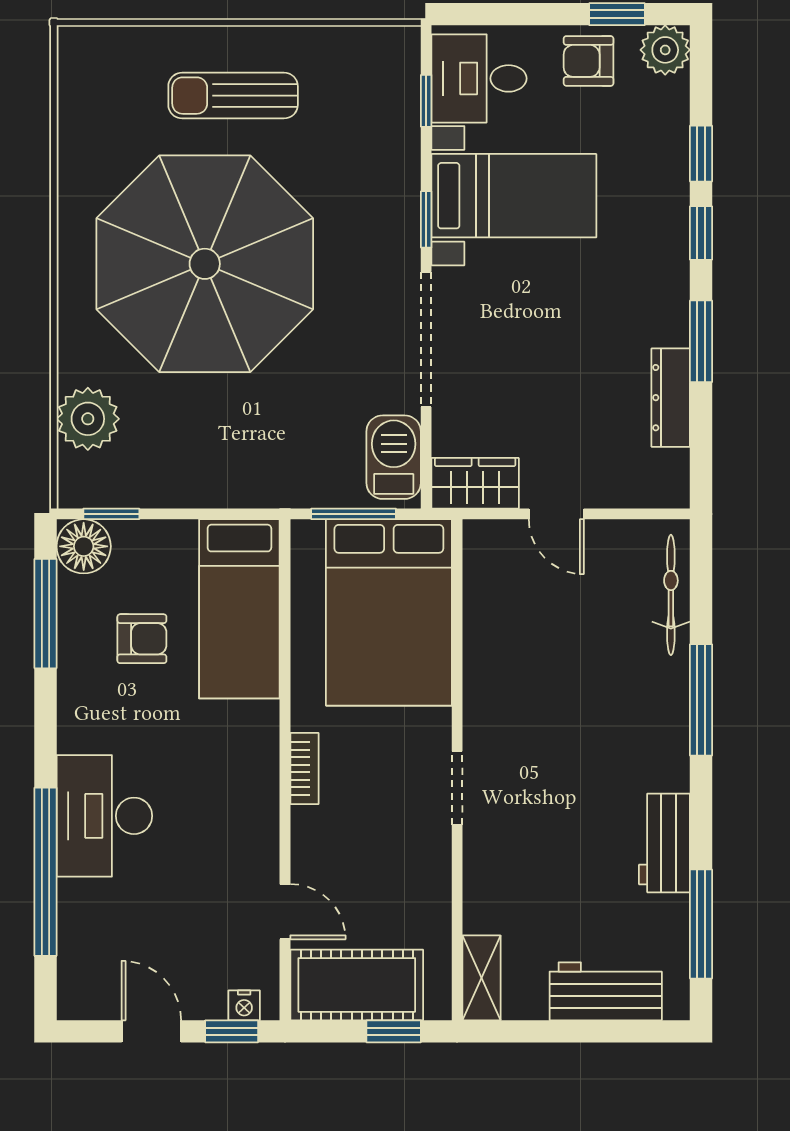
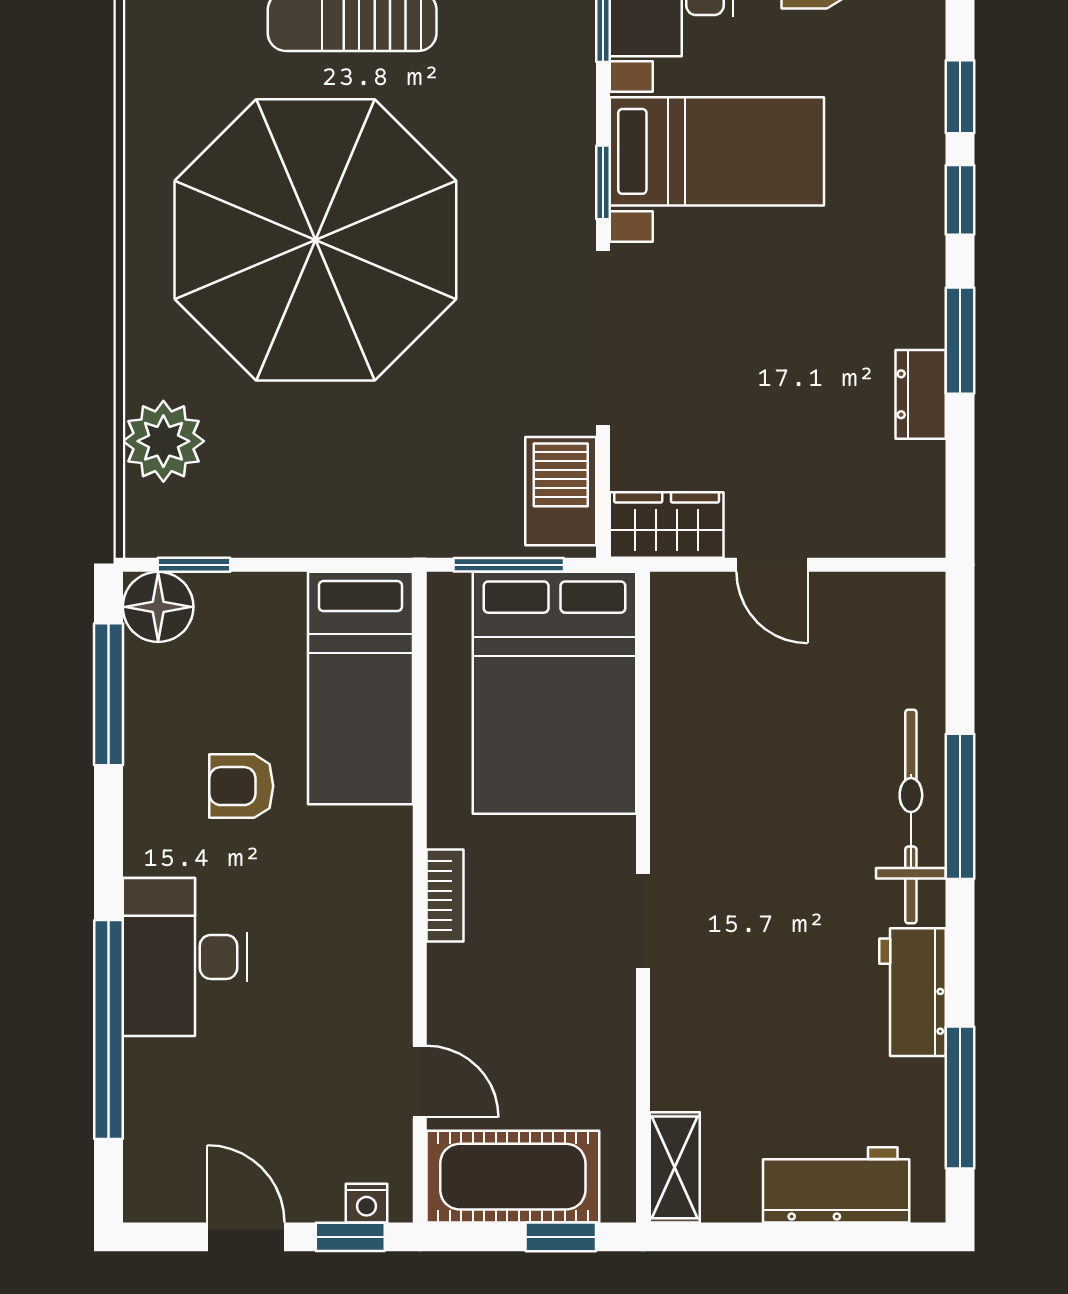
dresser: (671, 398) -> (921, 394), width x0.70
bicycle: (671, 595) -> (911, 816), moved, width x1.37, depth x1.40
armchair: (142, 639) -> (241, 786), moved, turned 180

